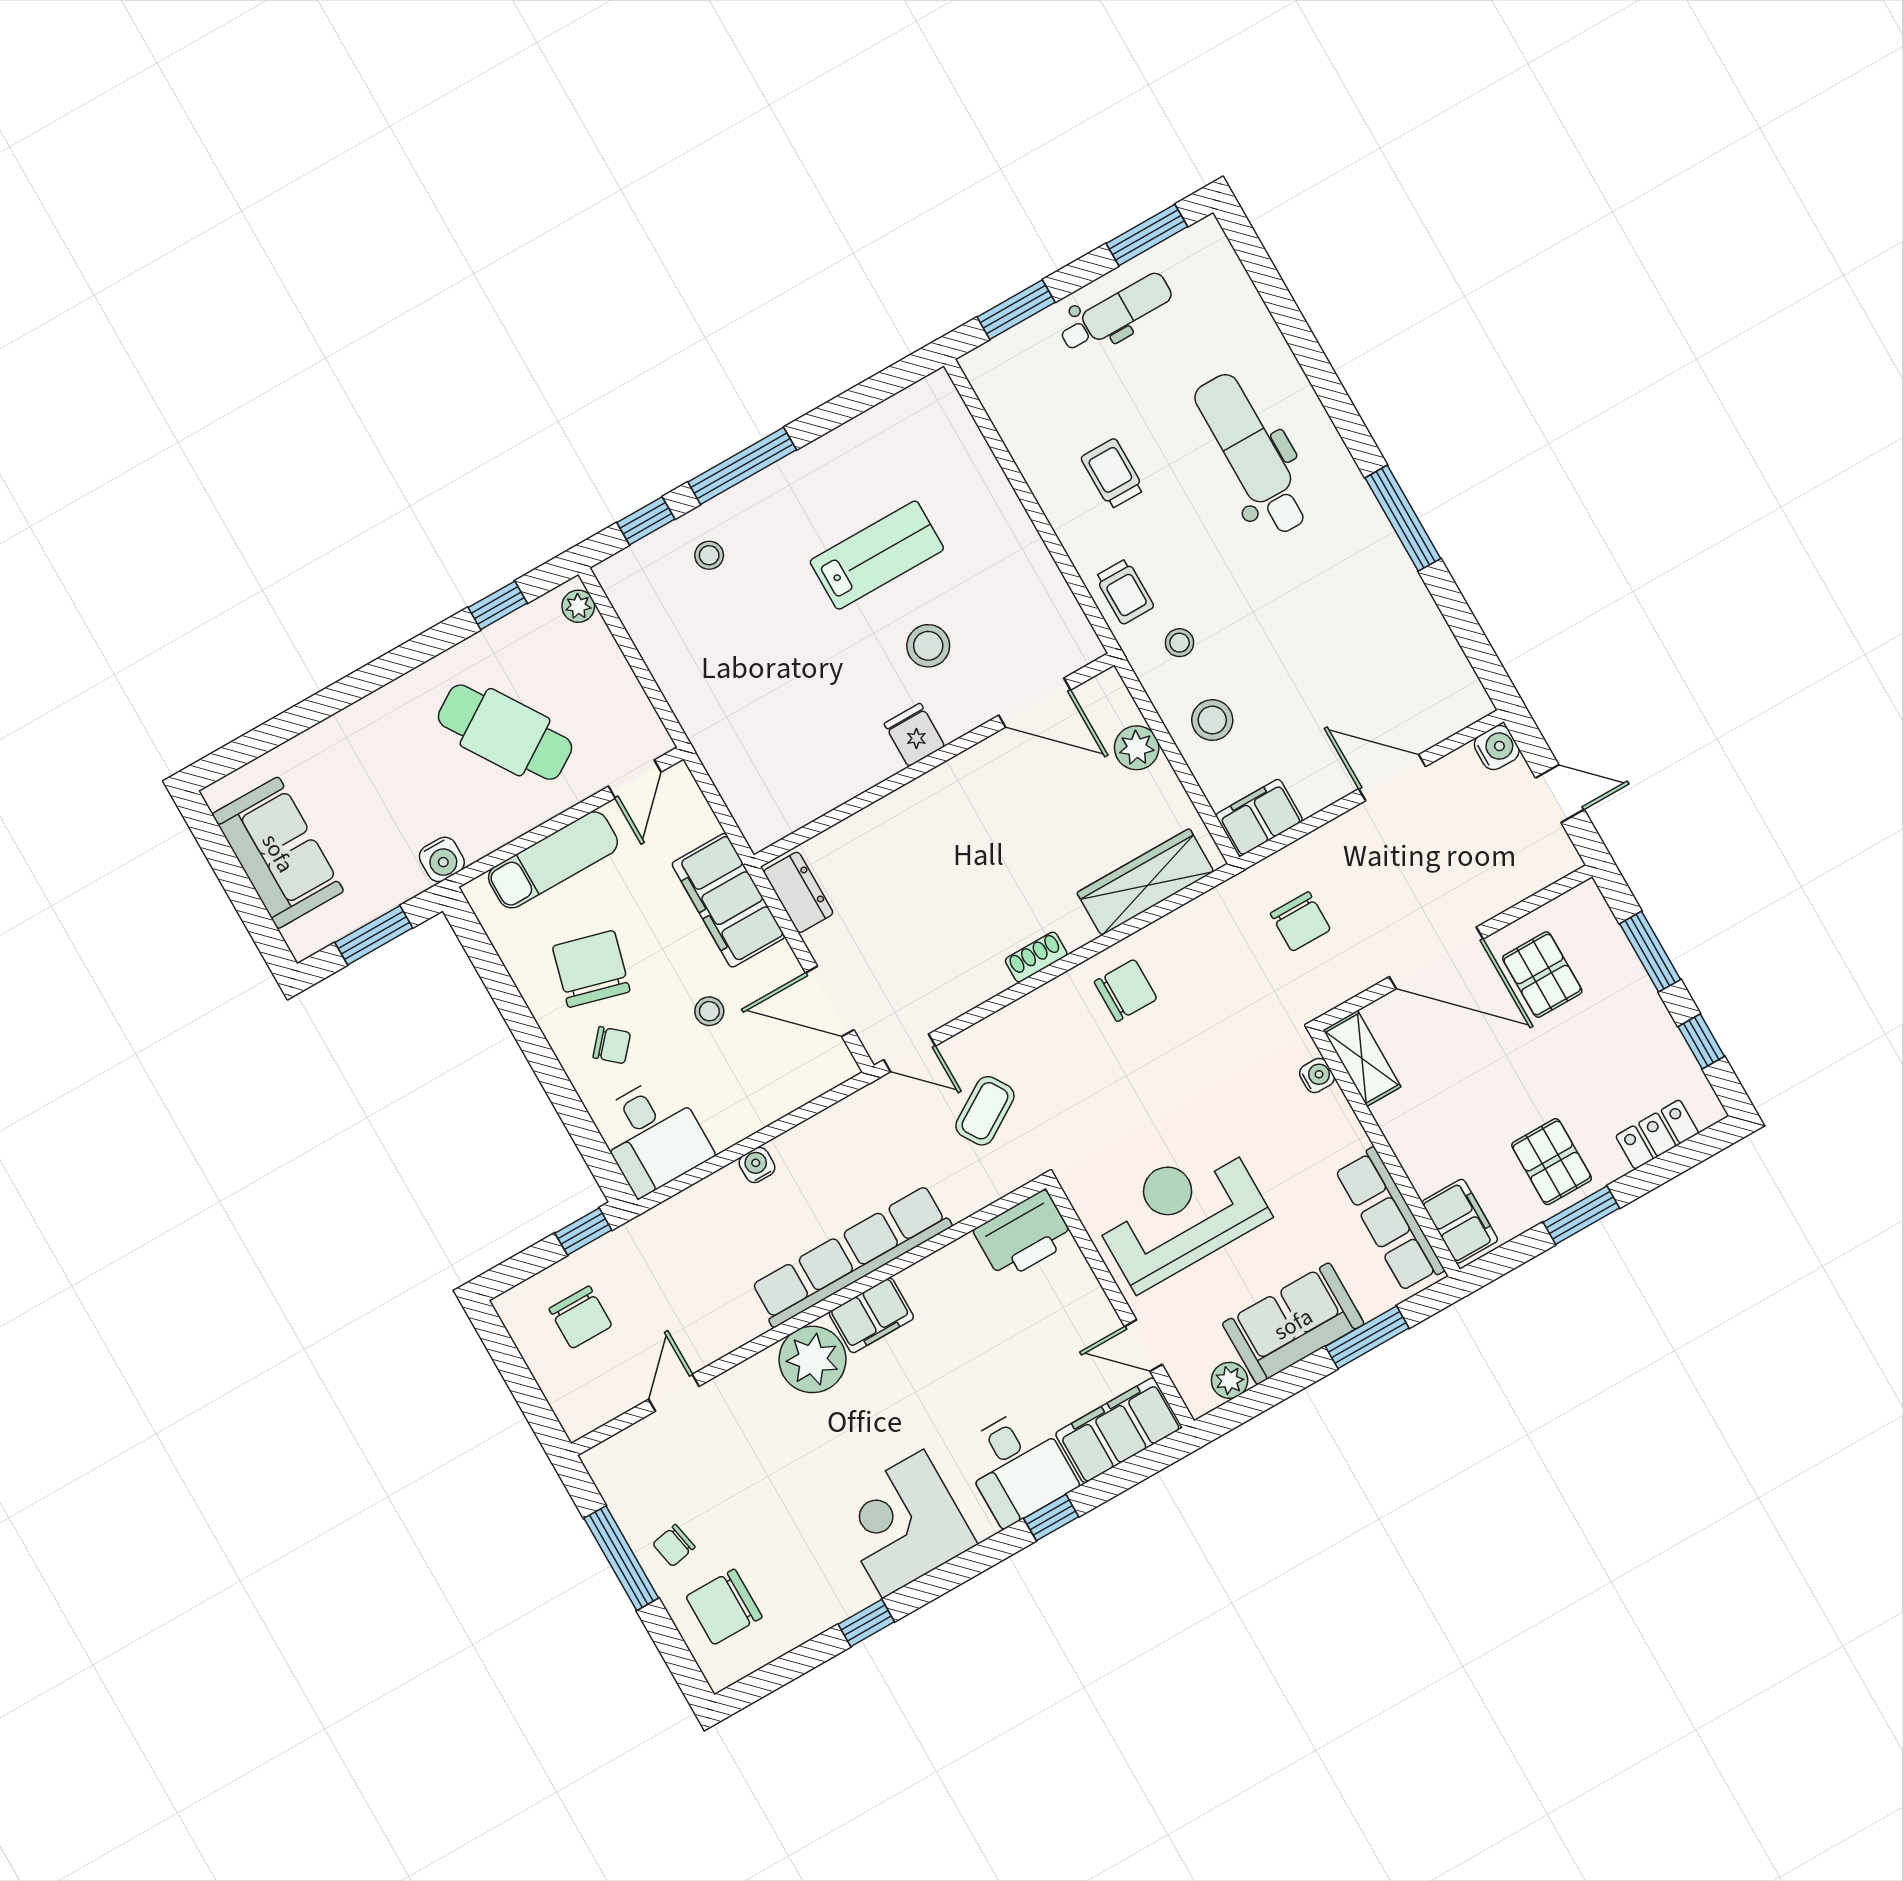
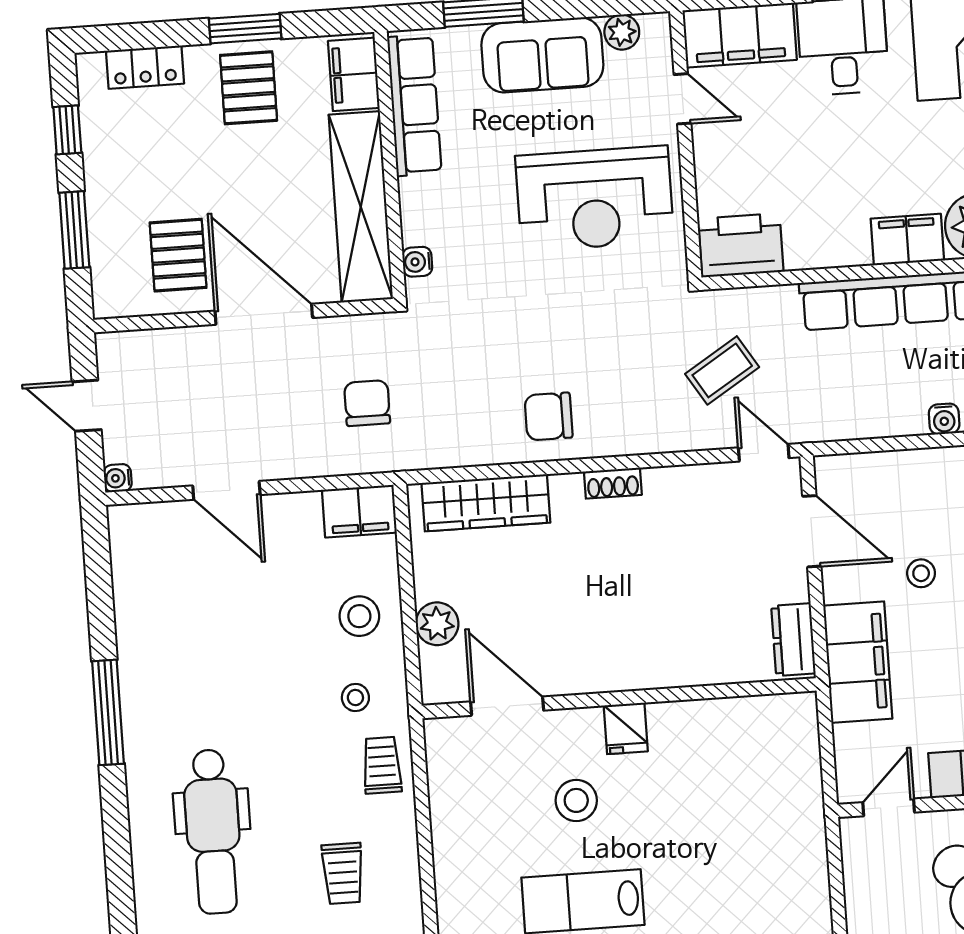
water cooler: (1497, 748) -> (118, 478), width x0.72, depth x0.72
shelving: (1362, 1058) -> (361, 207), width x2.20, depth x1.33

